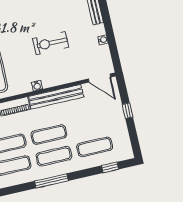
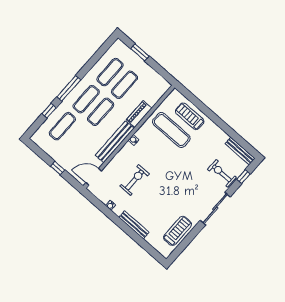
exercise bike: (51, 43) -> (135, 180), moved
window: (110, 167) -> (49, 111), moved
window: (51, 181) -> (69, 88), moved

